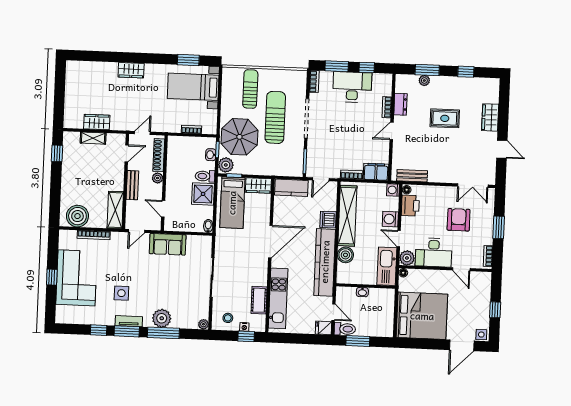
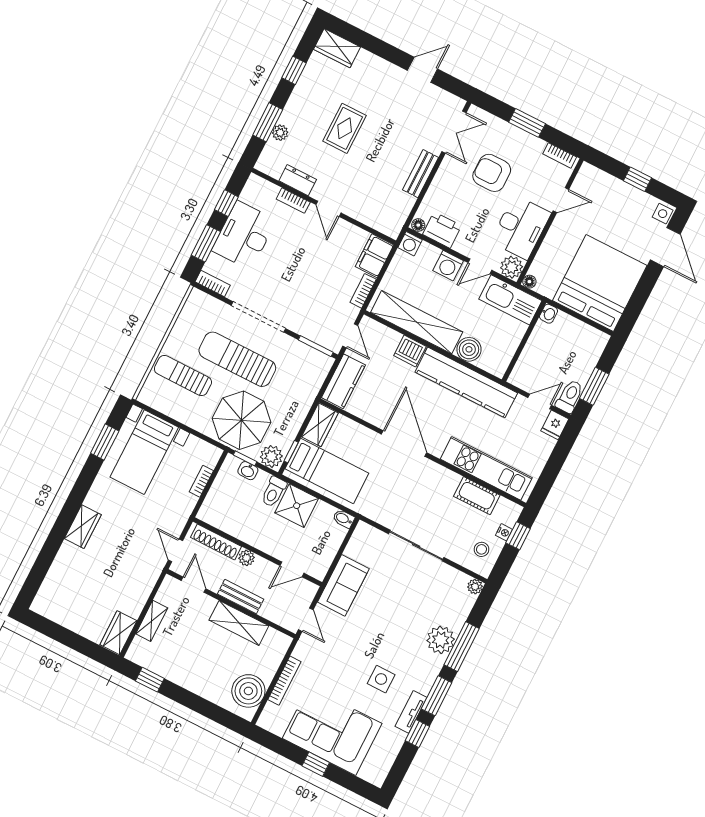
wardrobe: (490, 117) -> (337, 48), moved
wardrobe: (97, 122) -> (118, 633), moved
bench: (412, 176) -> (420, 174), moved
shelving: (115, 210) -> (239, 623), moved
washbasin: (362, 292) -> (549, 314), moved
tv unit: (129, 321) -> (411, 712), moved

